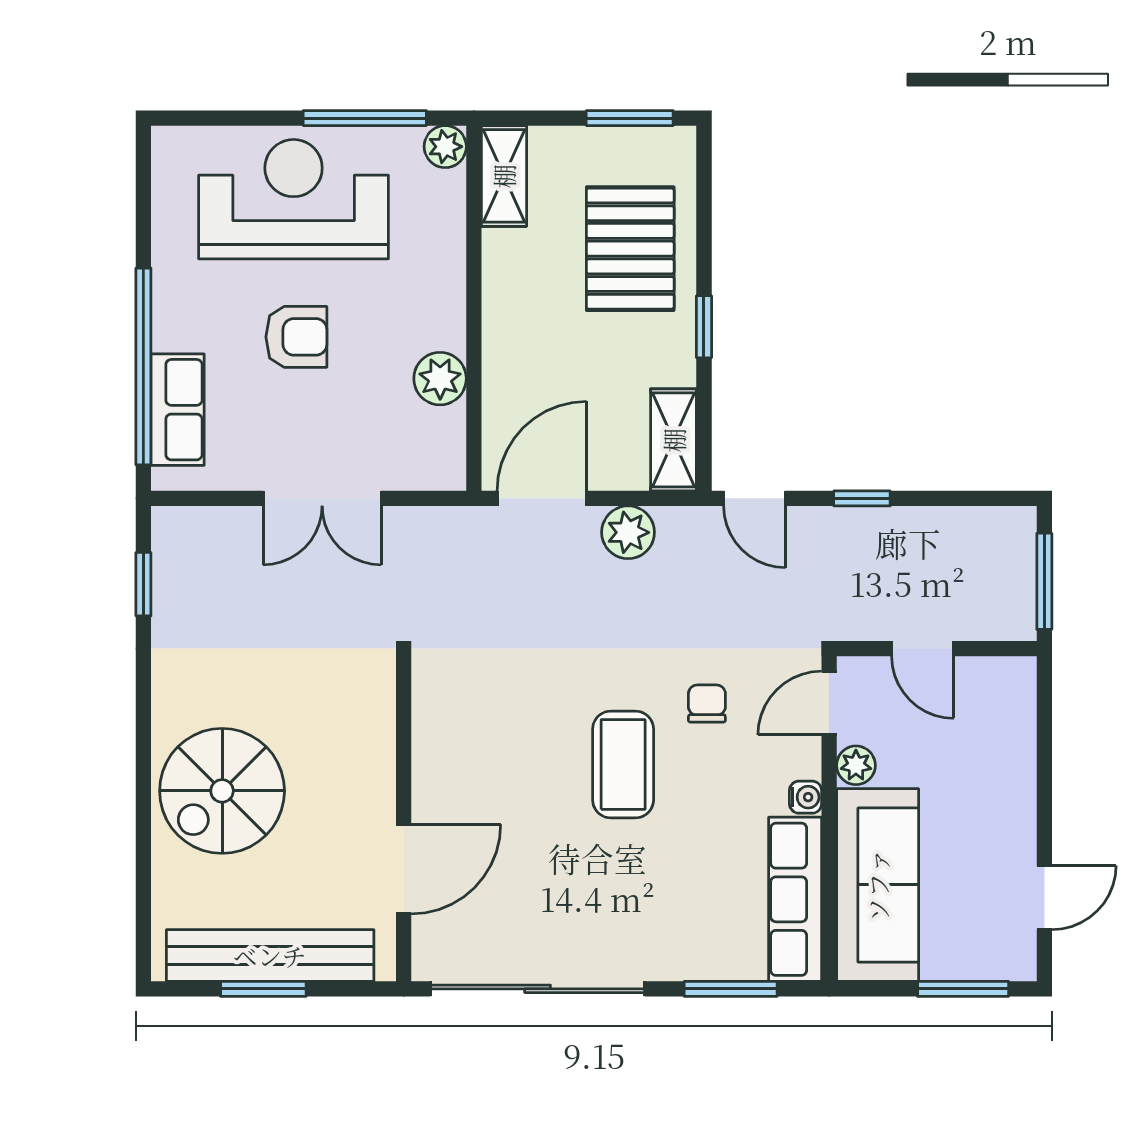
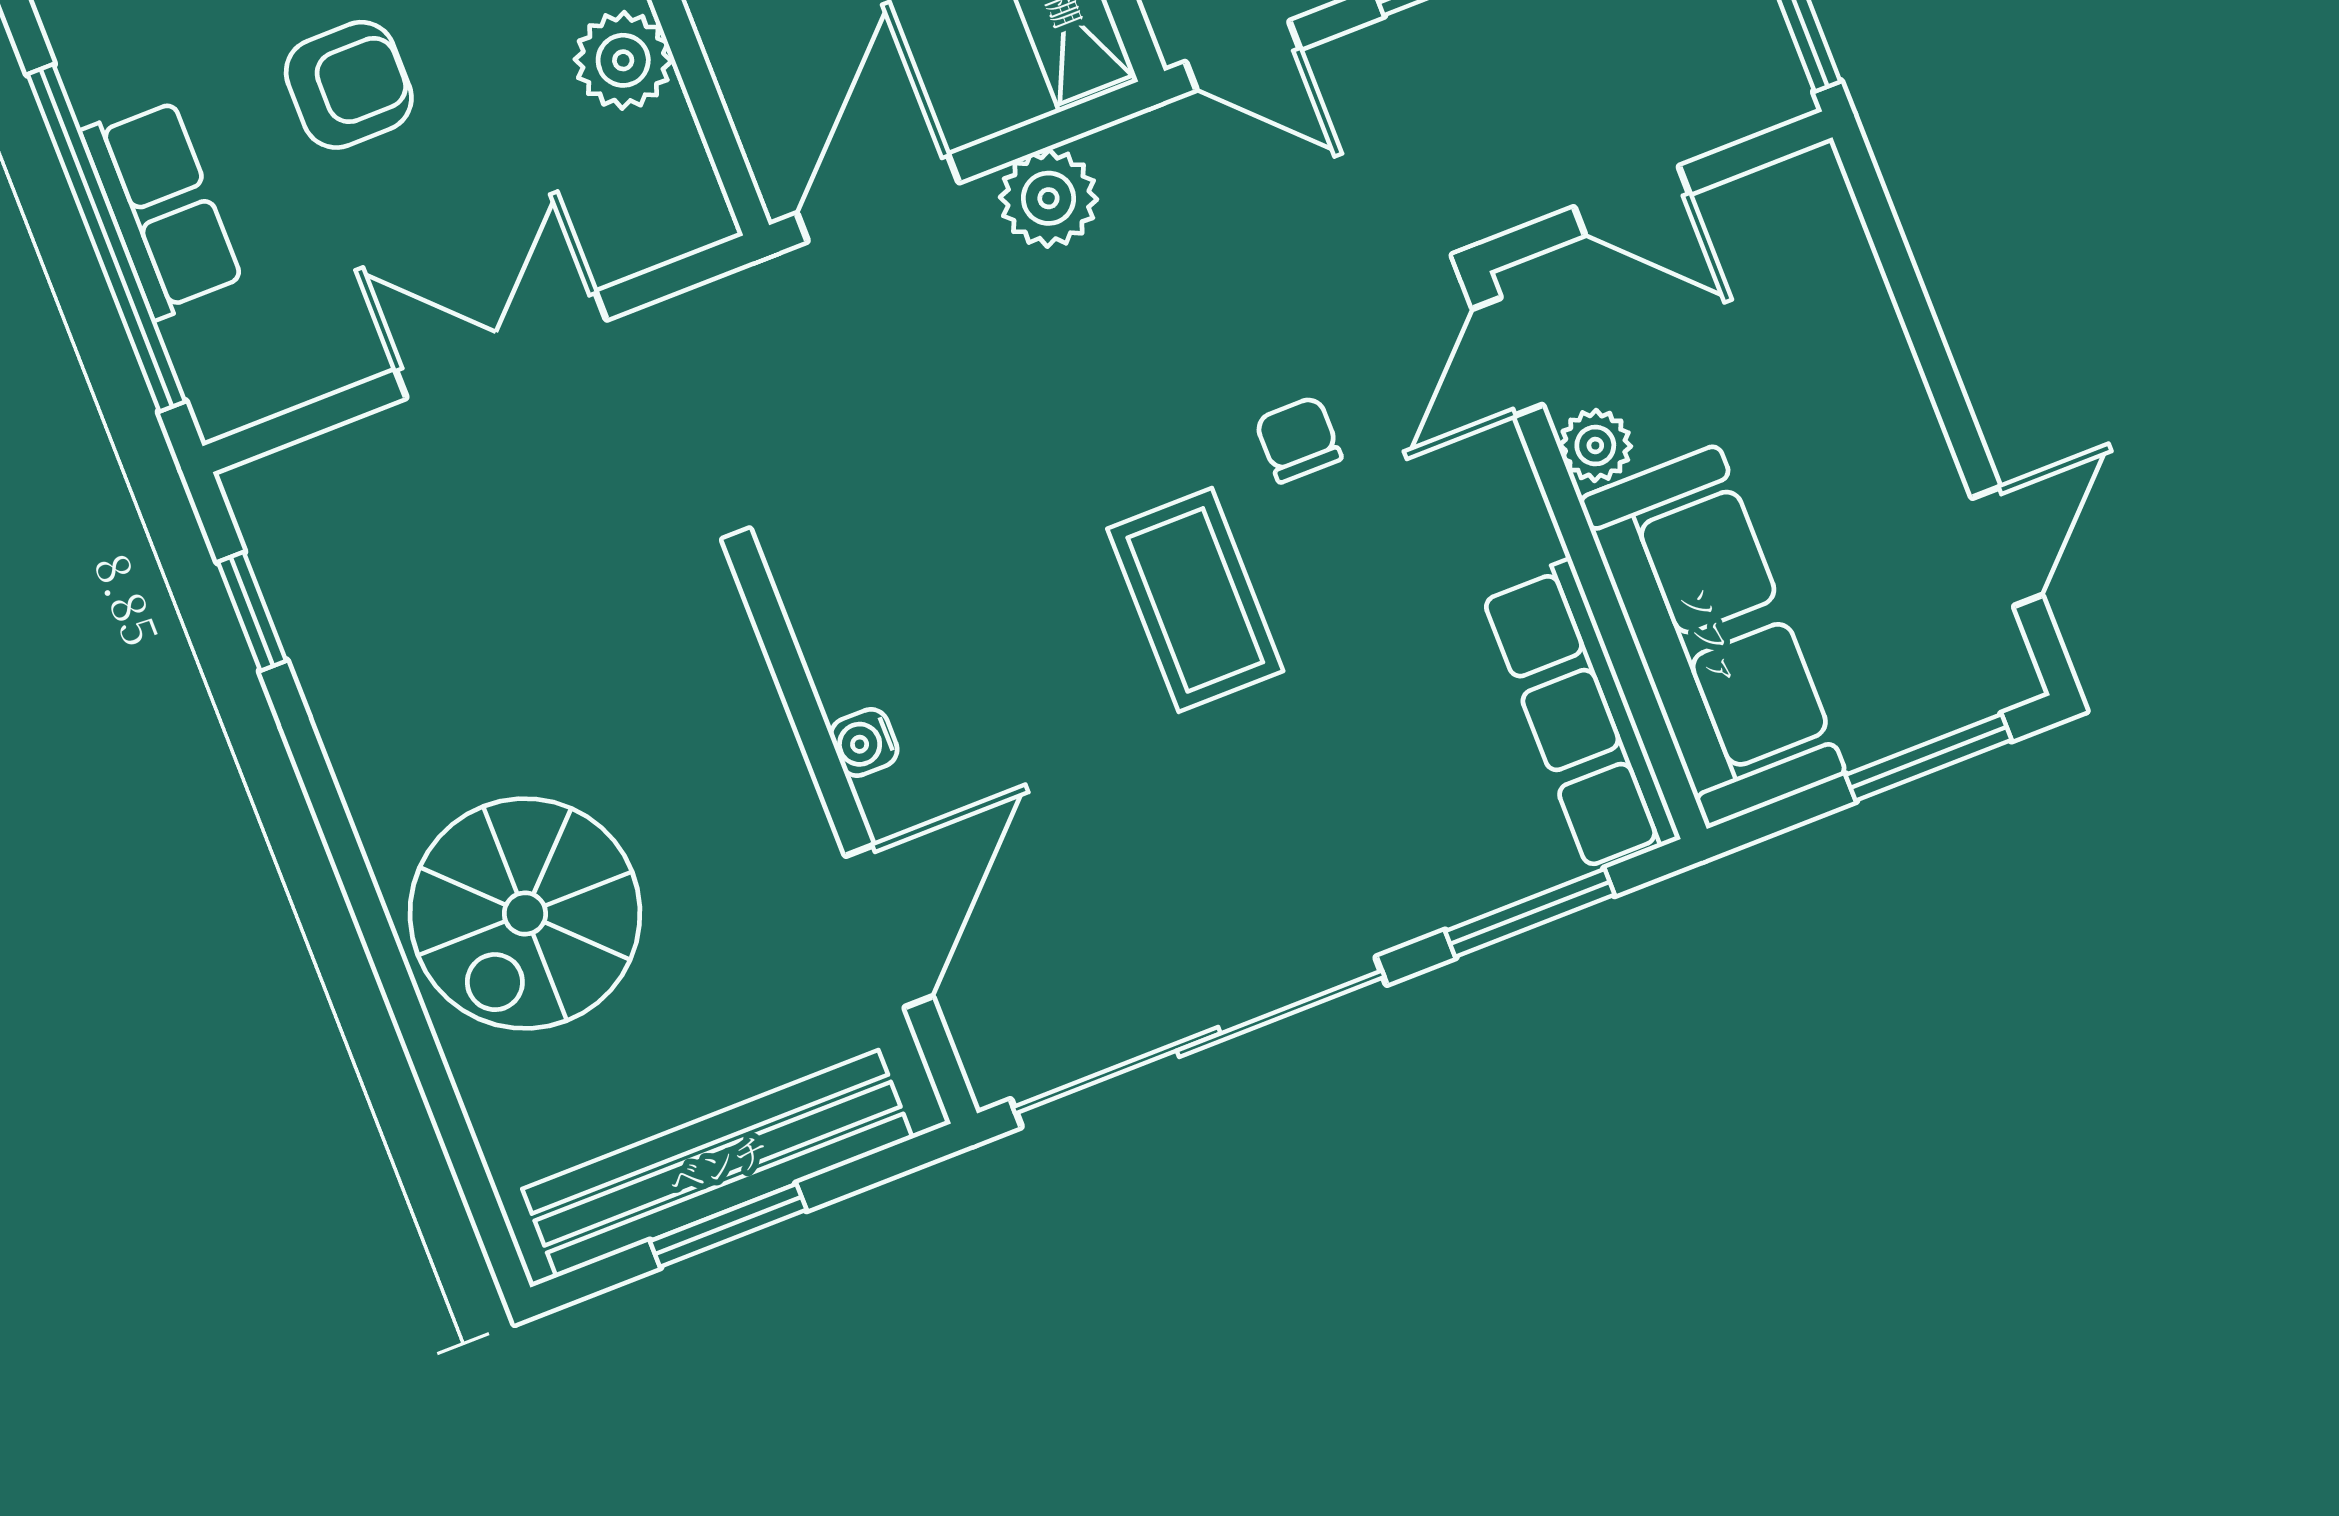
row of seats: (178, 410) -> (162, 208), moved
double door: (322, 498) -> (501, 345), swing flipped
water cooler: (806, 797) -> (864, 742), moved, turned 180

